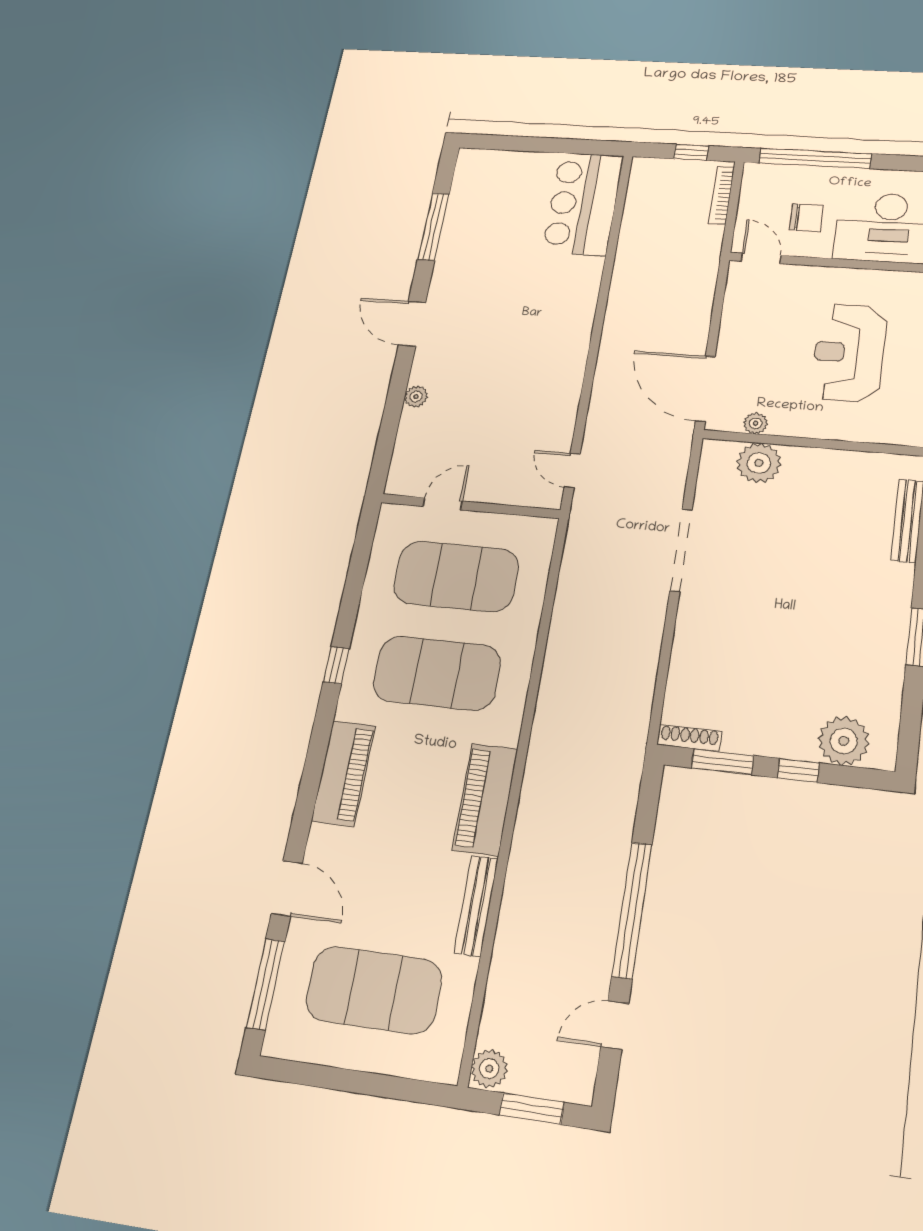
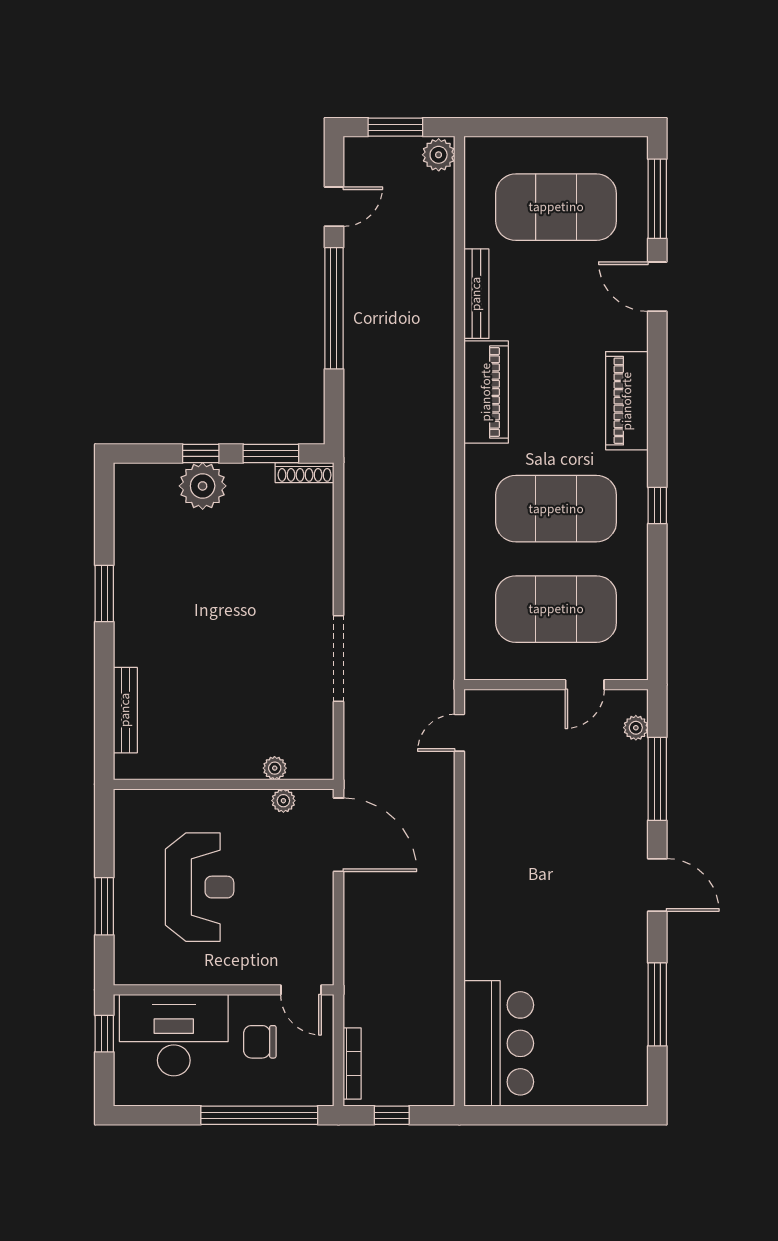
plant: (416, 397) -> (636, 728), moved
window: (392, 414) -> (657, 779), added
plant: (759, 463) -> (275, 768), width x0.53, depth x0.53
door: (572, 470) -> (459, 733), swing flipped
plant: (844, 741) -> (203, 486), moved

